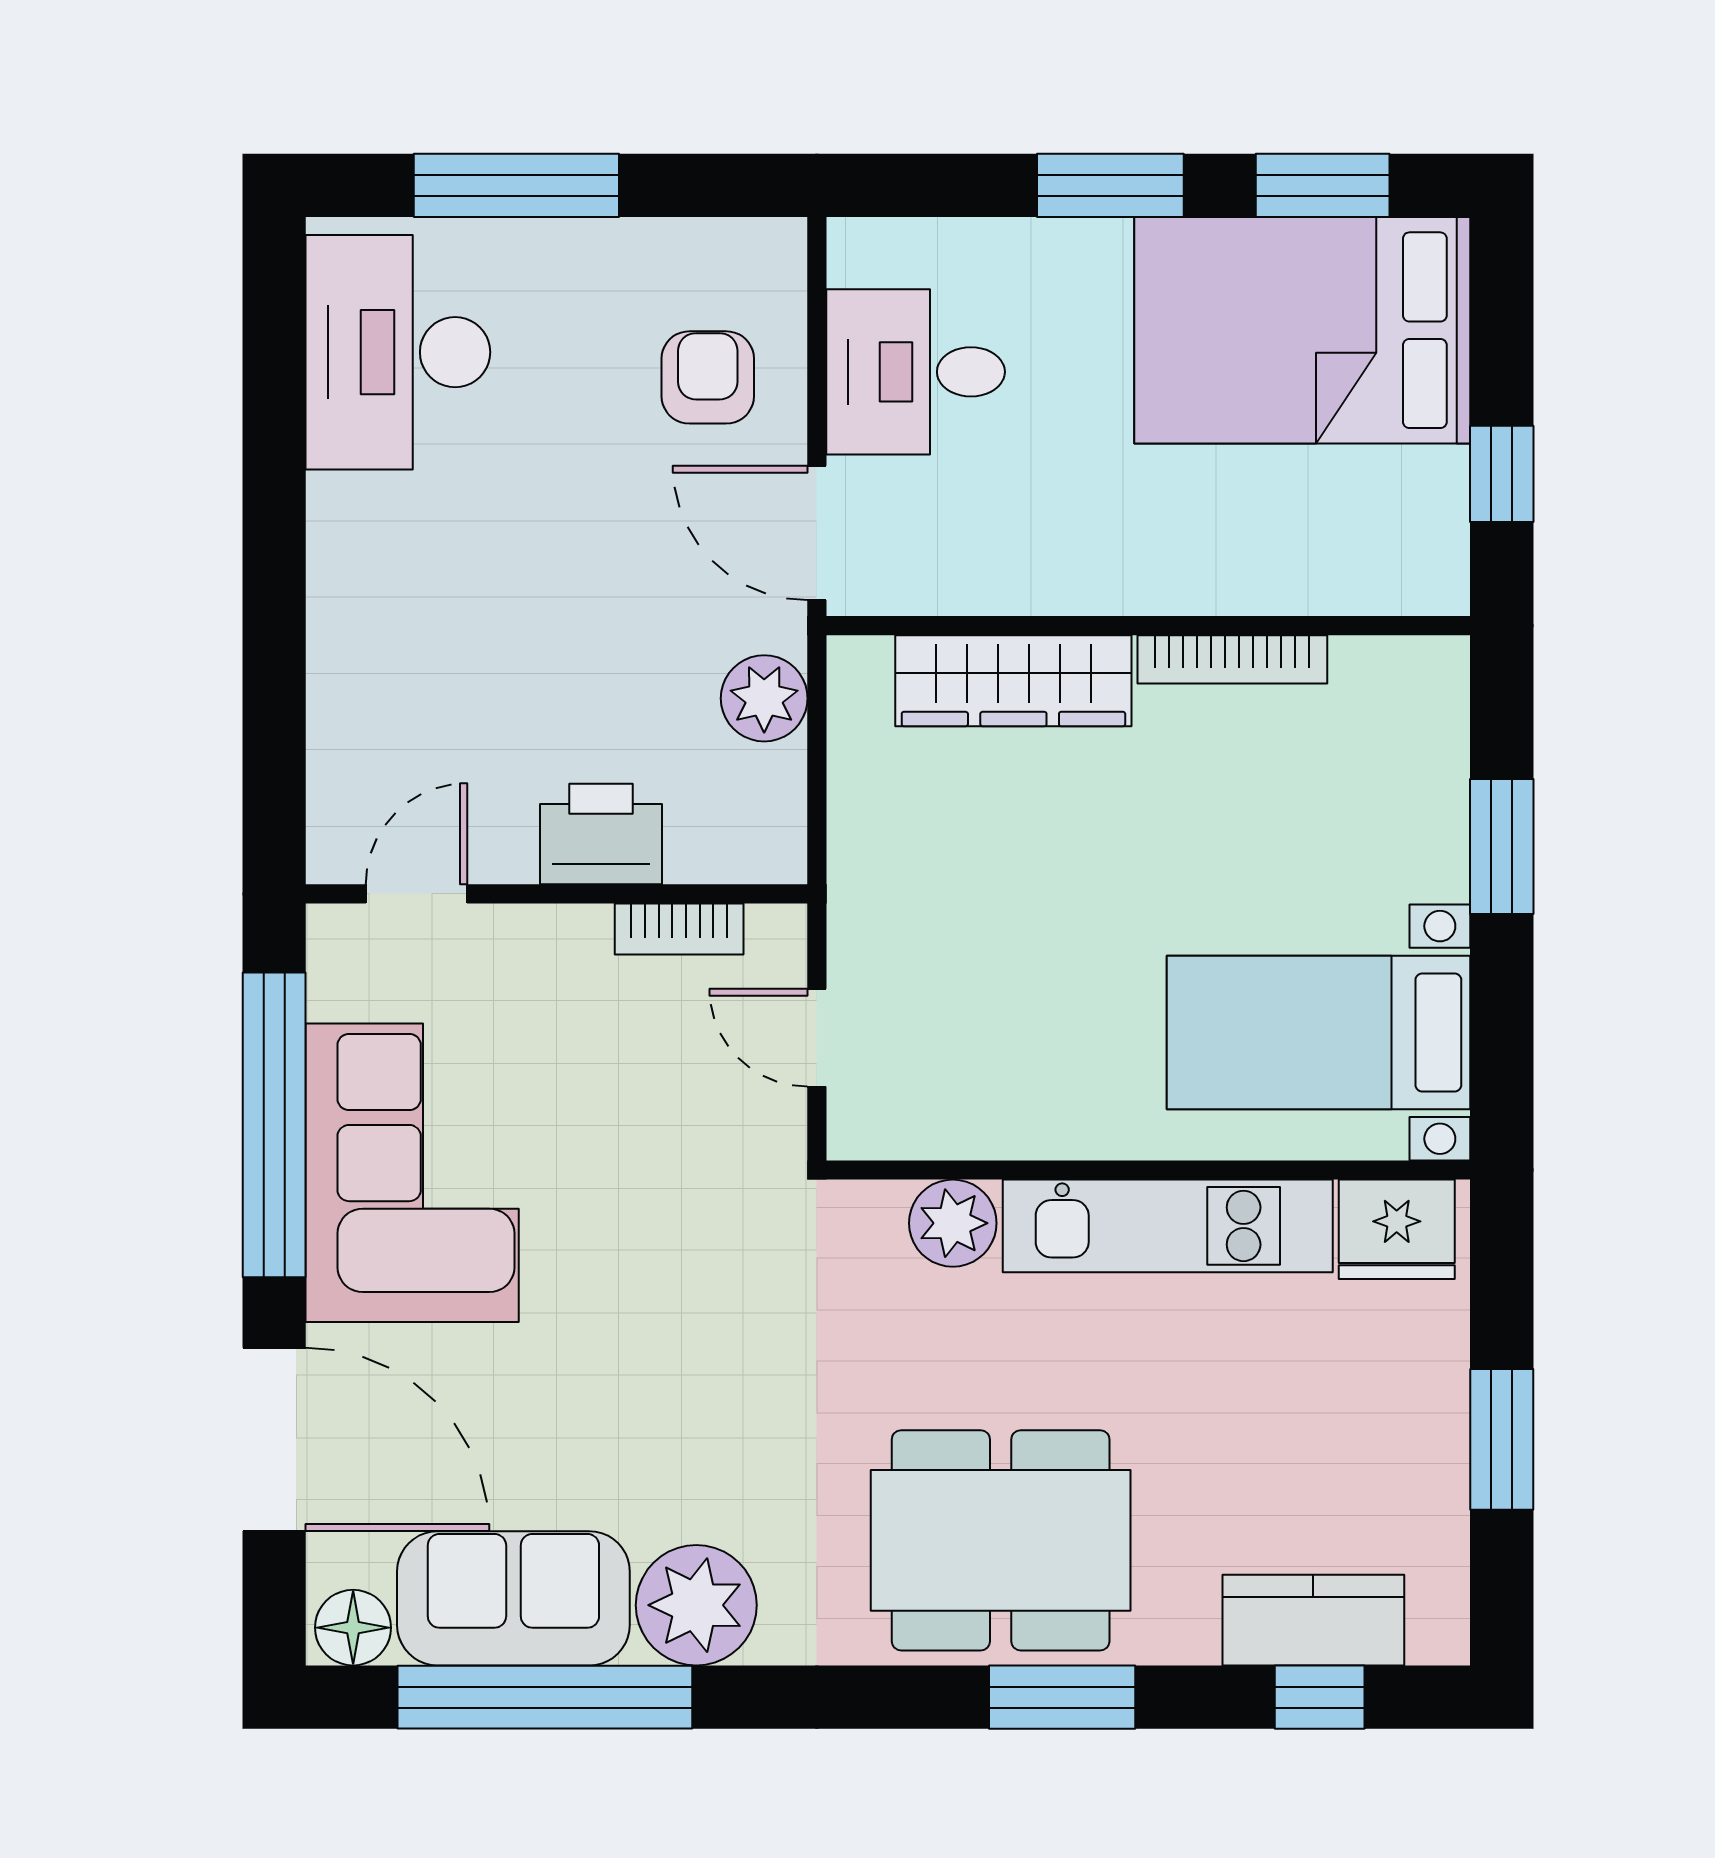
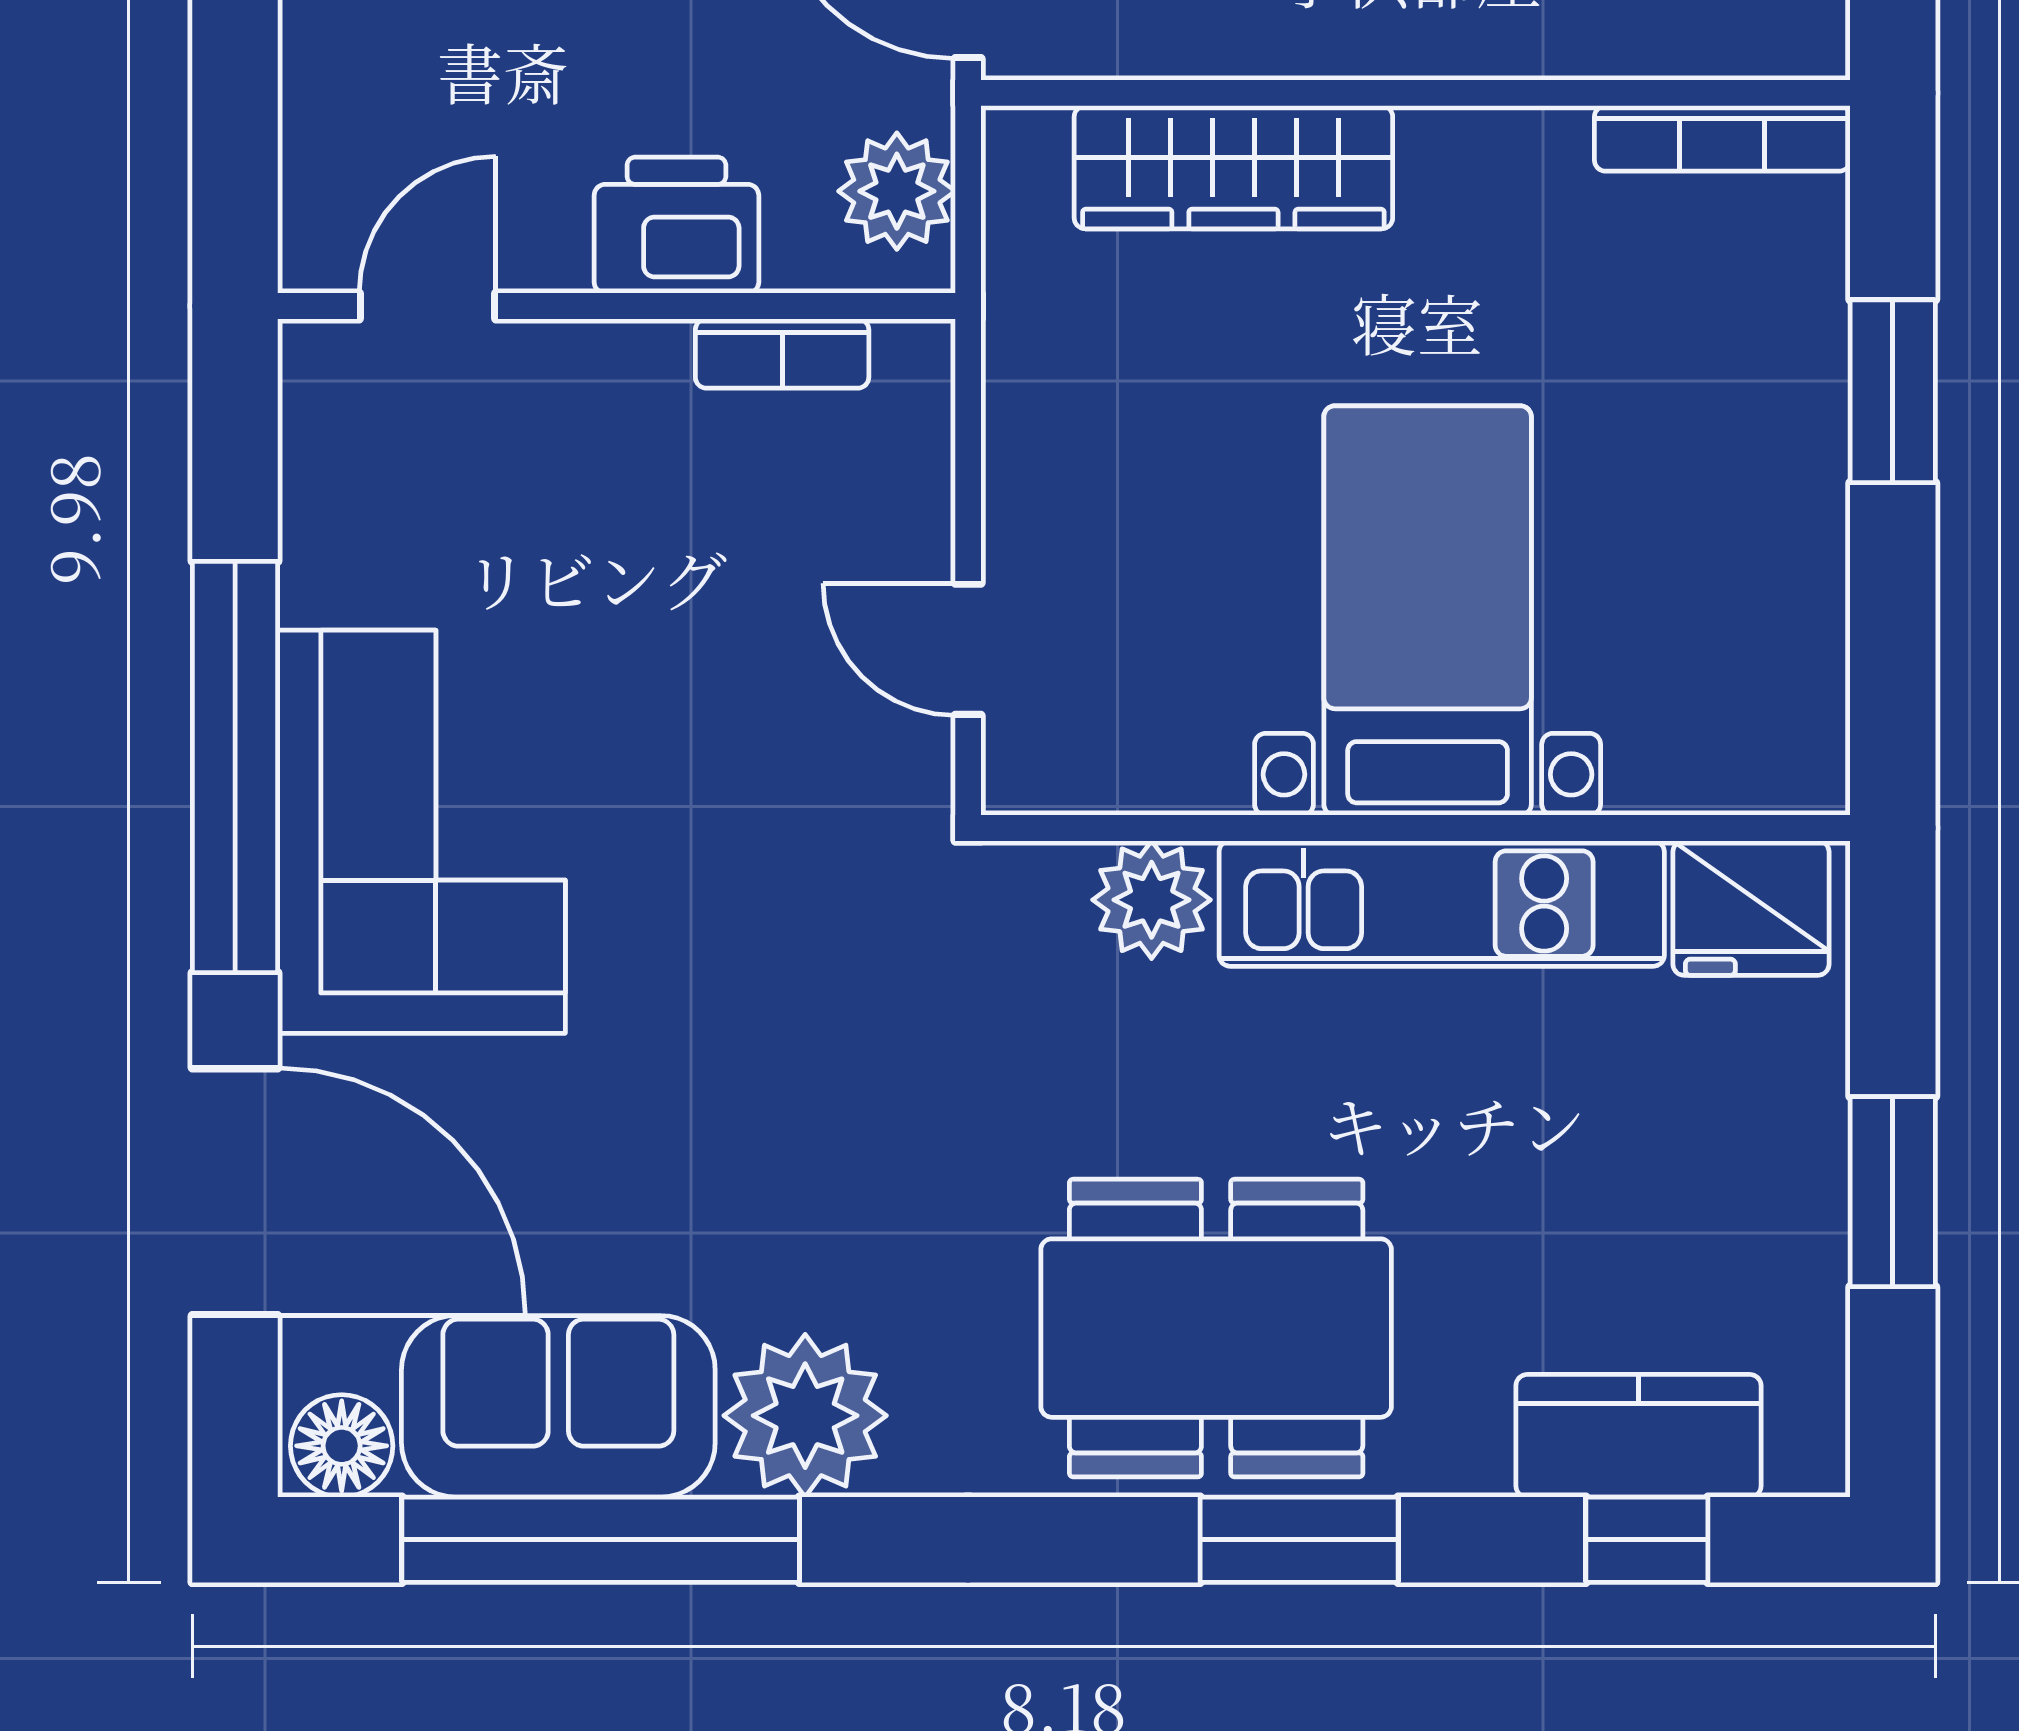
bookcase: (1232, 659) -> (1722, 138), moved
printer: (601, 834) -> (676, 225), moved
door: (417, 894) -> (428, 306), moved
wall: (557, 894) -> (616, 306), moved
bookcase: (679, 929) -> (782, 353), moved
bed with nightstands: (1319, 1032) -> (1428, 611), moved, turned 90

